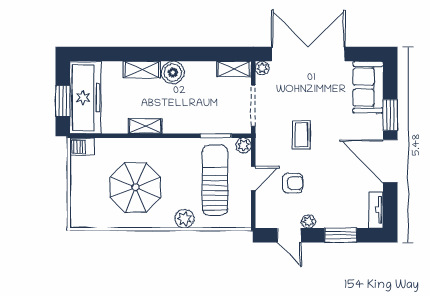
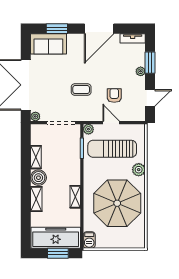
shelving: (234, 69) -> (36, 157), moved
window: (390, 115) -> (57, 29), moved
parasol: (136, 187) -> (117, 203), width x1.36, depth x1.36
plant: (309, 221) -> (141, 71), moved

